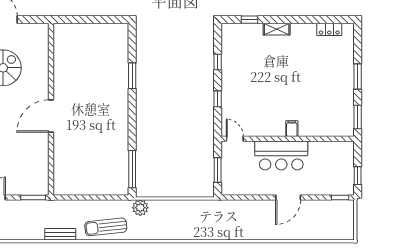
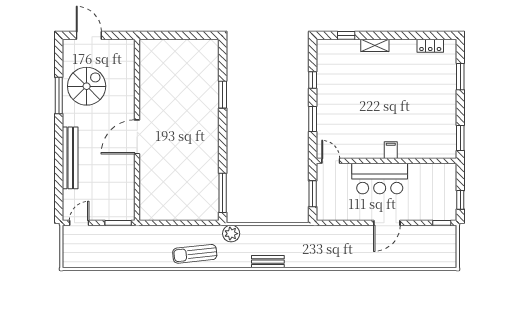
window: (358, 77) -> (460, 77), moved
window: (218, 99) -> (313, 119), width x1.50
bench: (60, 234) -> (268, 262), moved

